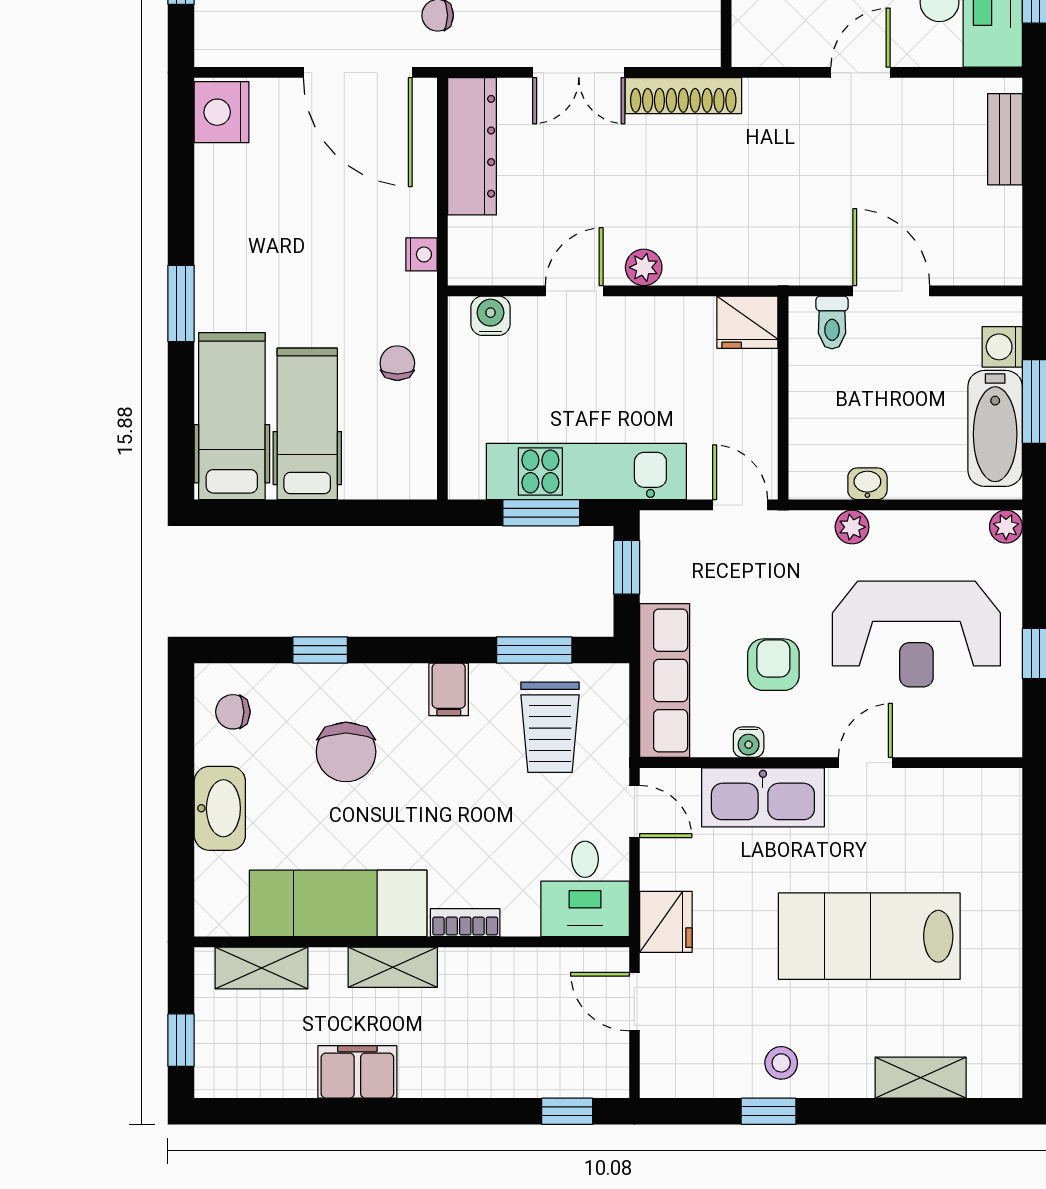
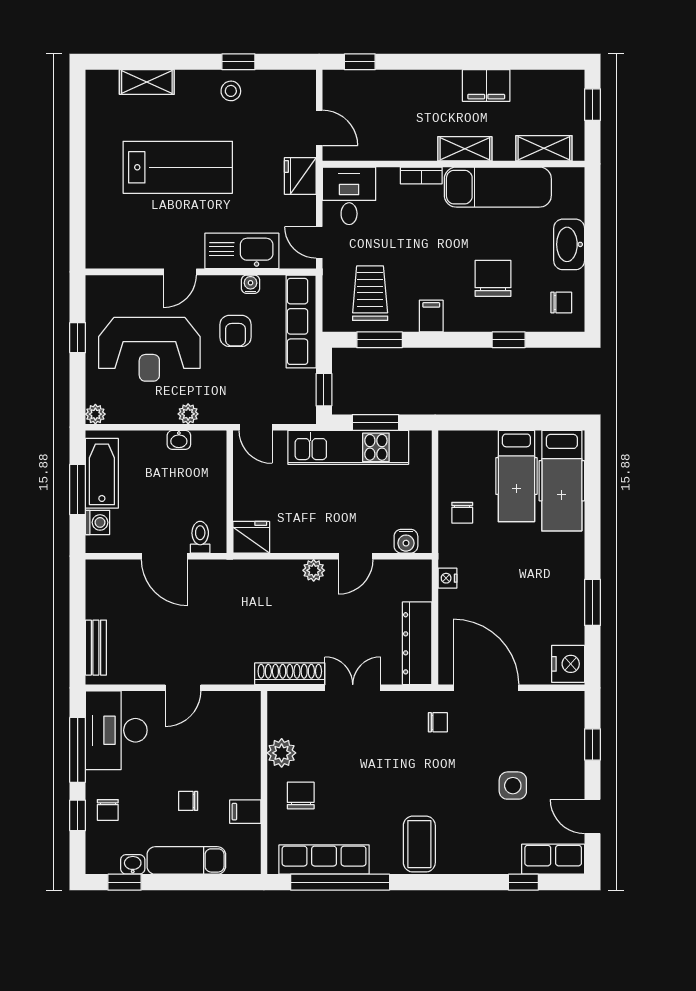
window: (181, 304) -> (592, 602), moved
reception desk: (916, 634) -> (149, 349), turned 180

